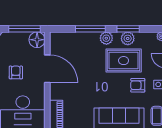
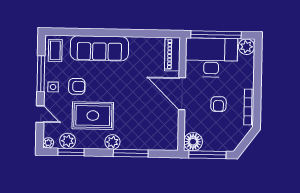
window: (128, 29) -> (71, 152), moved
plant: (128, 38) -> (68, 141), moved
door: (47, 69) -> (182, 94), moved

